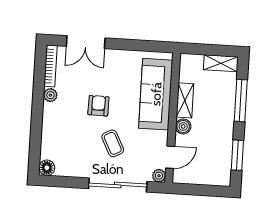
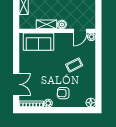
sofa: (156, 94) -> (38, 42), width x0.73
armchair: (98, 106) -> (63, 93), moved
door: (170, 157) -> (80, 31), swing flipped
sliding door: (118, 185) -> (98, 61), removed

